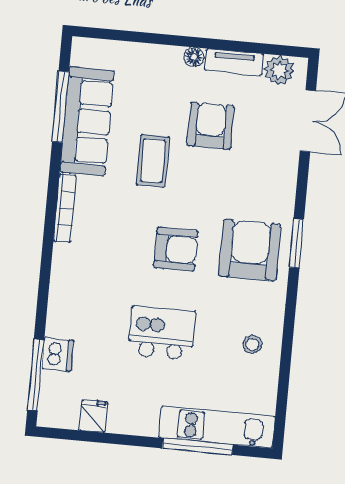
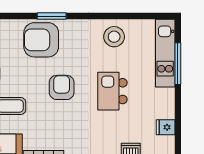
armchair: (250, 250) -> (41, 40), moved
stool: (252, 344) -> (114, 37), width x1.89, depth x1.89

